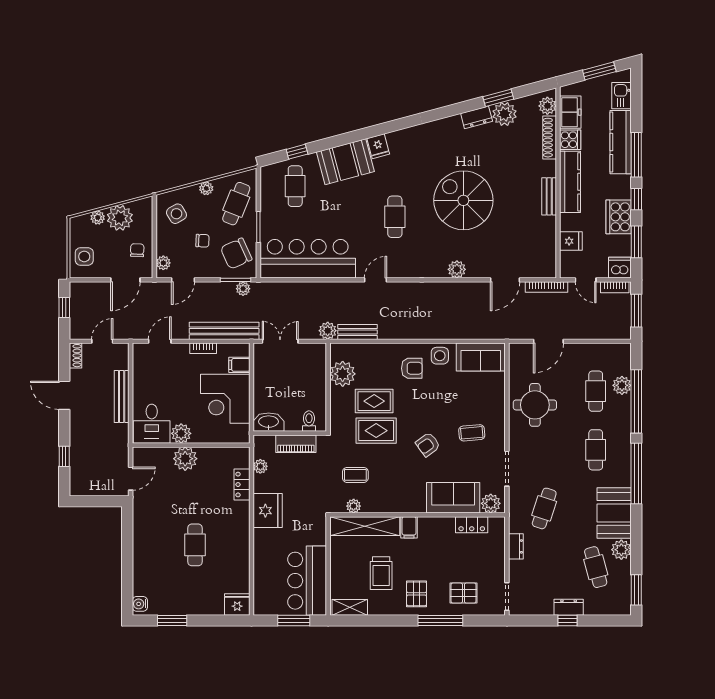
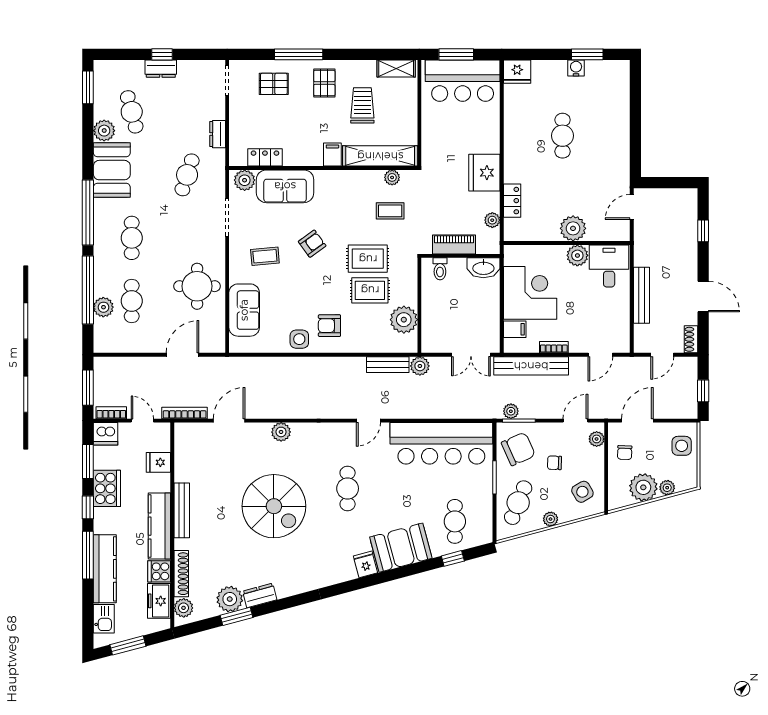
bench: (549, 196) -> (182, 510), width x1.36
sofa: (481, 357) -> (244, 310), moved, turned 90
bar counter: (307, 581) -> (463, 81), moved, turned 90
water cooler: (140, 604) -> (576, 68), moved, turned -90

